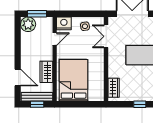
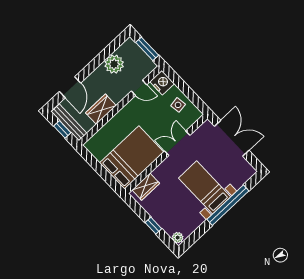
plant: (28, 24) -> (114, 64), moved
double door: (106, 36) -> (177, 143), moved
bed: (74, 80) -> (132, 157), moved

